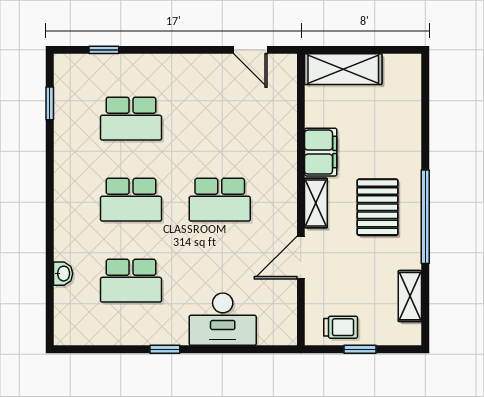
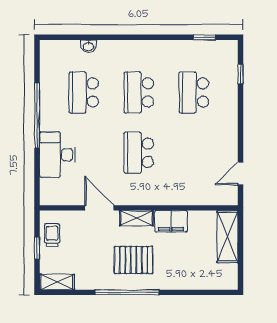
shelving: (410, 296) -> (57, 282), moved
trolley: (341, 327) -> (52, 235), turned 180
window: (165, 349) -> (37, 116), width x3.17

